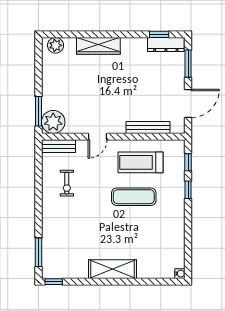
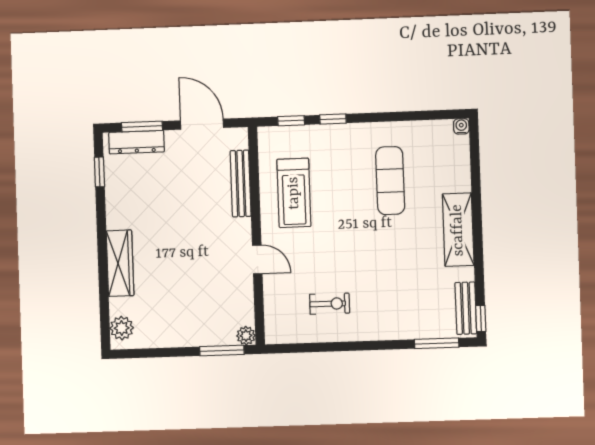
dresser: (166, 45) -> (137, 142), moved, turned 90
plant: (53, 122) -> (246, 336), width x0.53, depth x0.53
bench: (58, 146) -> (466, 308), moved
exercise mat: (134, 197) -> (390, 181), moved

